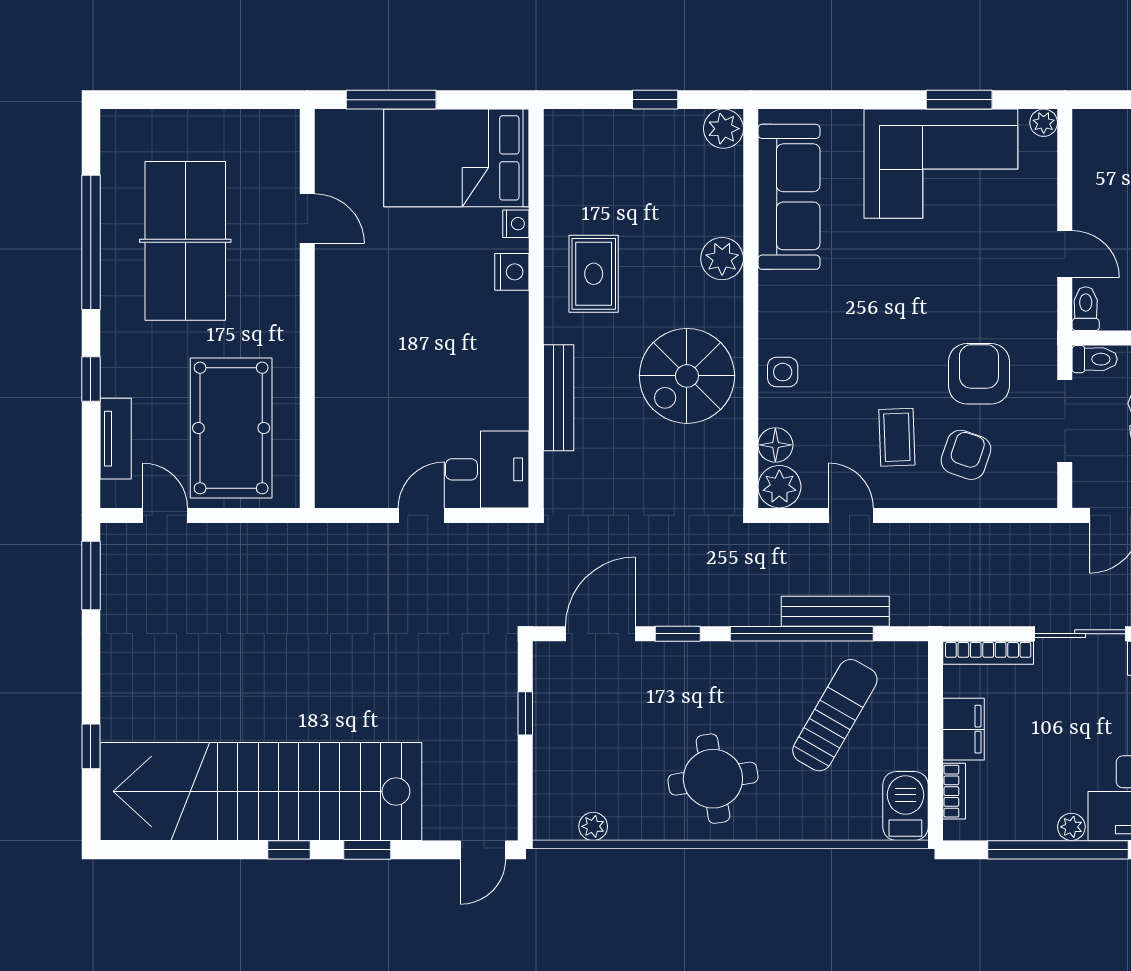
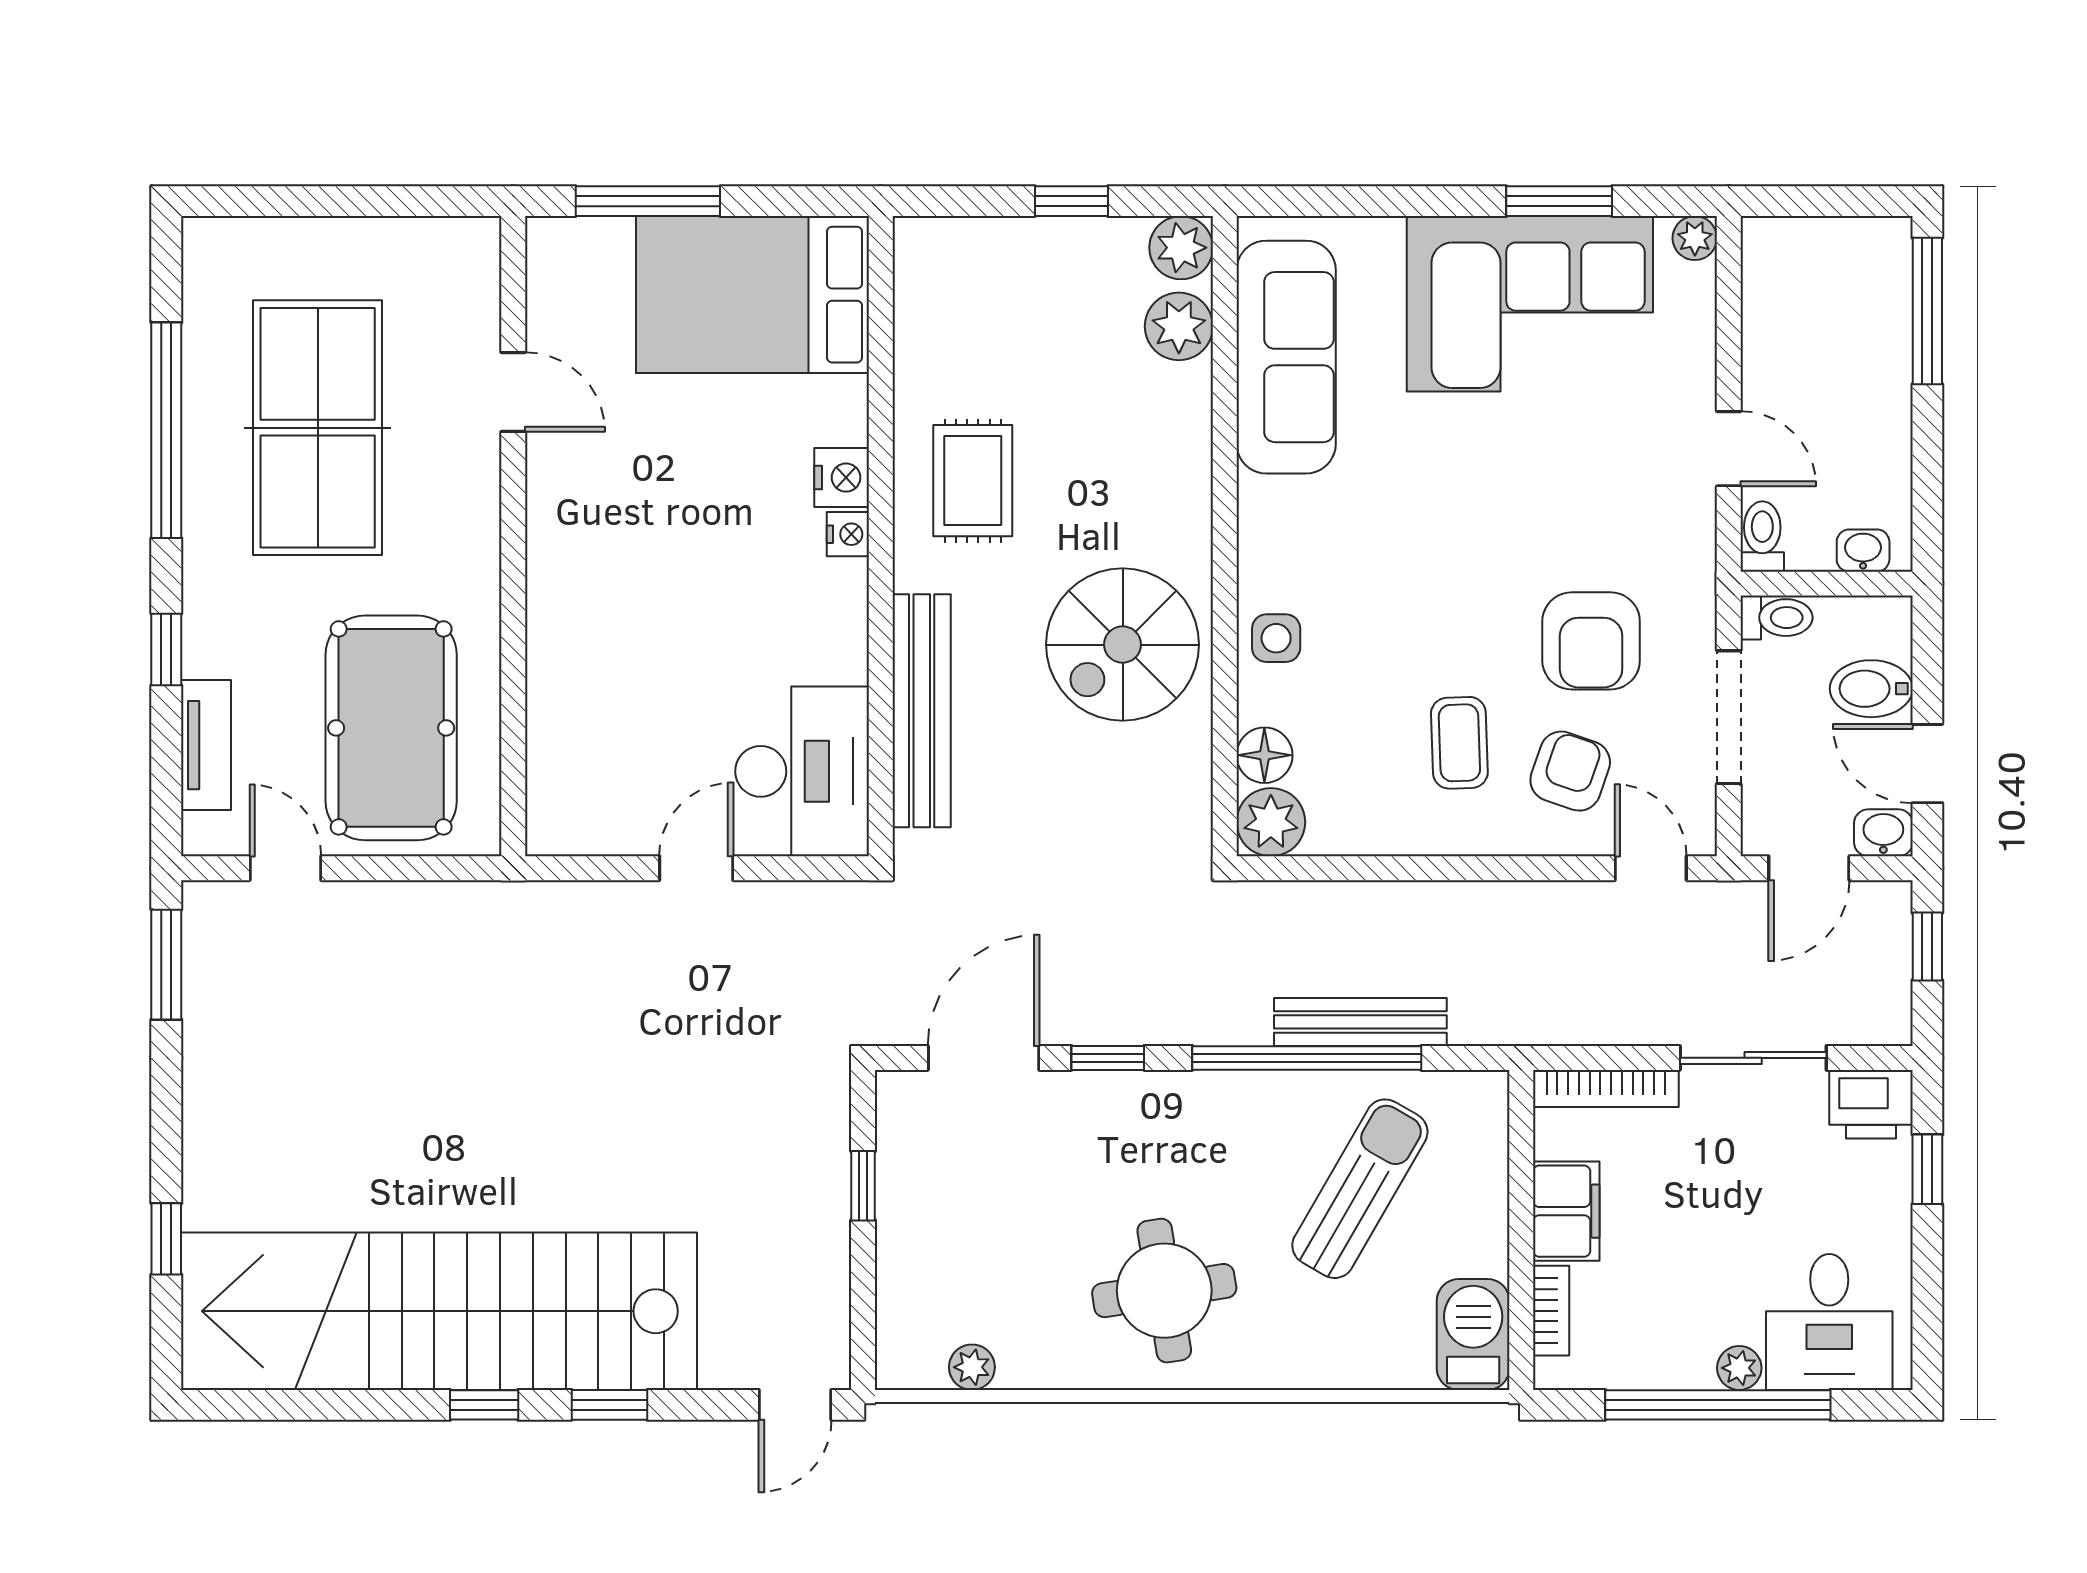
nightstand: (516, 224) -> (848, 534), moved
plant: (722, 259) -> (1179, 326), moved
armchair: (979, 374) -> (1591, 641), turned 180
bench: (559, 398) -> (922, 711), width x1.37, depth x1.21
desk: (487, 469) -> (802, 771), width x1.37
door: (851, 515) -> (1651, 868), moved

